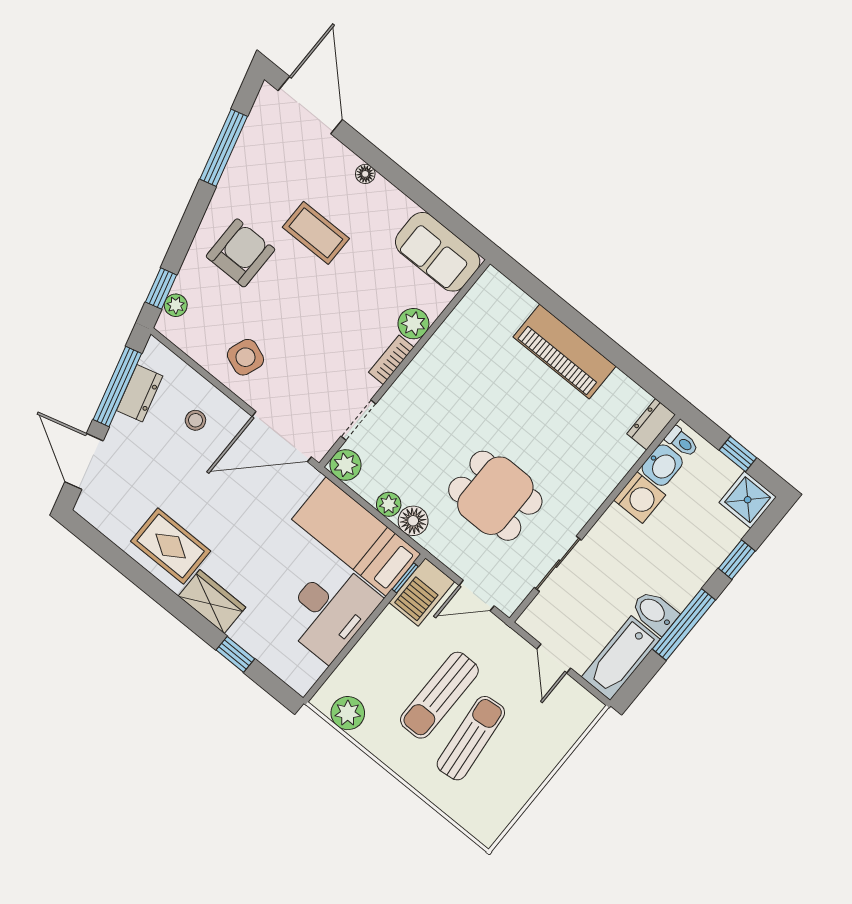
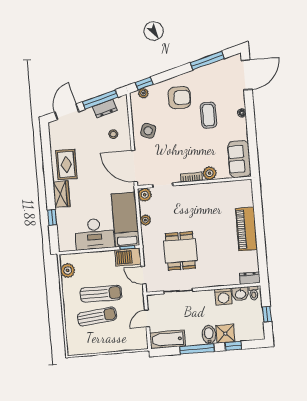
shower: (748, 500) -> (225, 334), moved
floor lamp: (413, 521) -> (148, 233), removed
bidet: (655, 612) -> (209, 335), moved
sun lounger: (439, 695) -> (101, 294), turned 180

